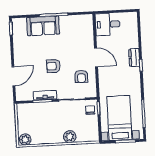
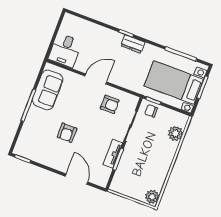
sofa: (43, 26) -> (48, 90), moved
dresser: (134, 58) -> (133, 44), moved
armchair: (53, 66) -> (67, 133), moved
plant: (70, 137) -> (175, 134), moved

